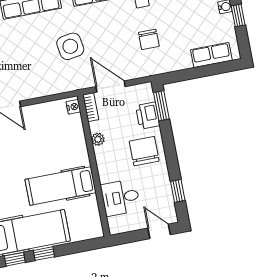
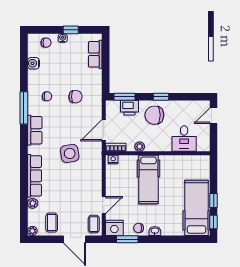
hospital bed: (61, 186) -> (148, 179), moved
window: (178, 191) -> (161, 97), moved

